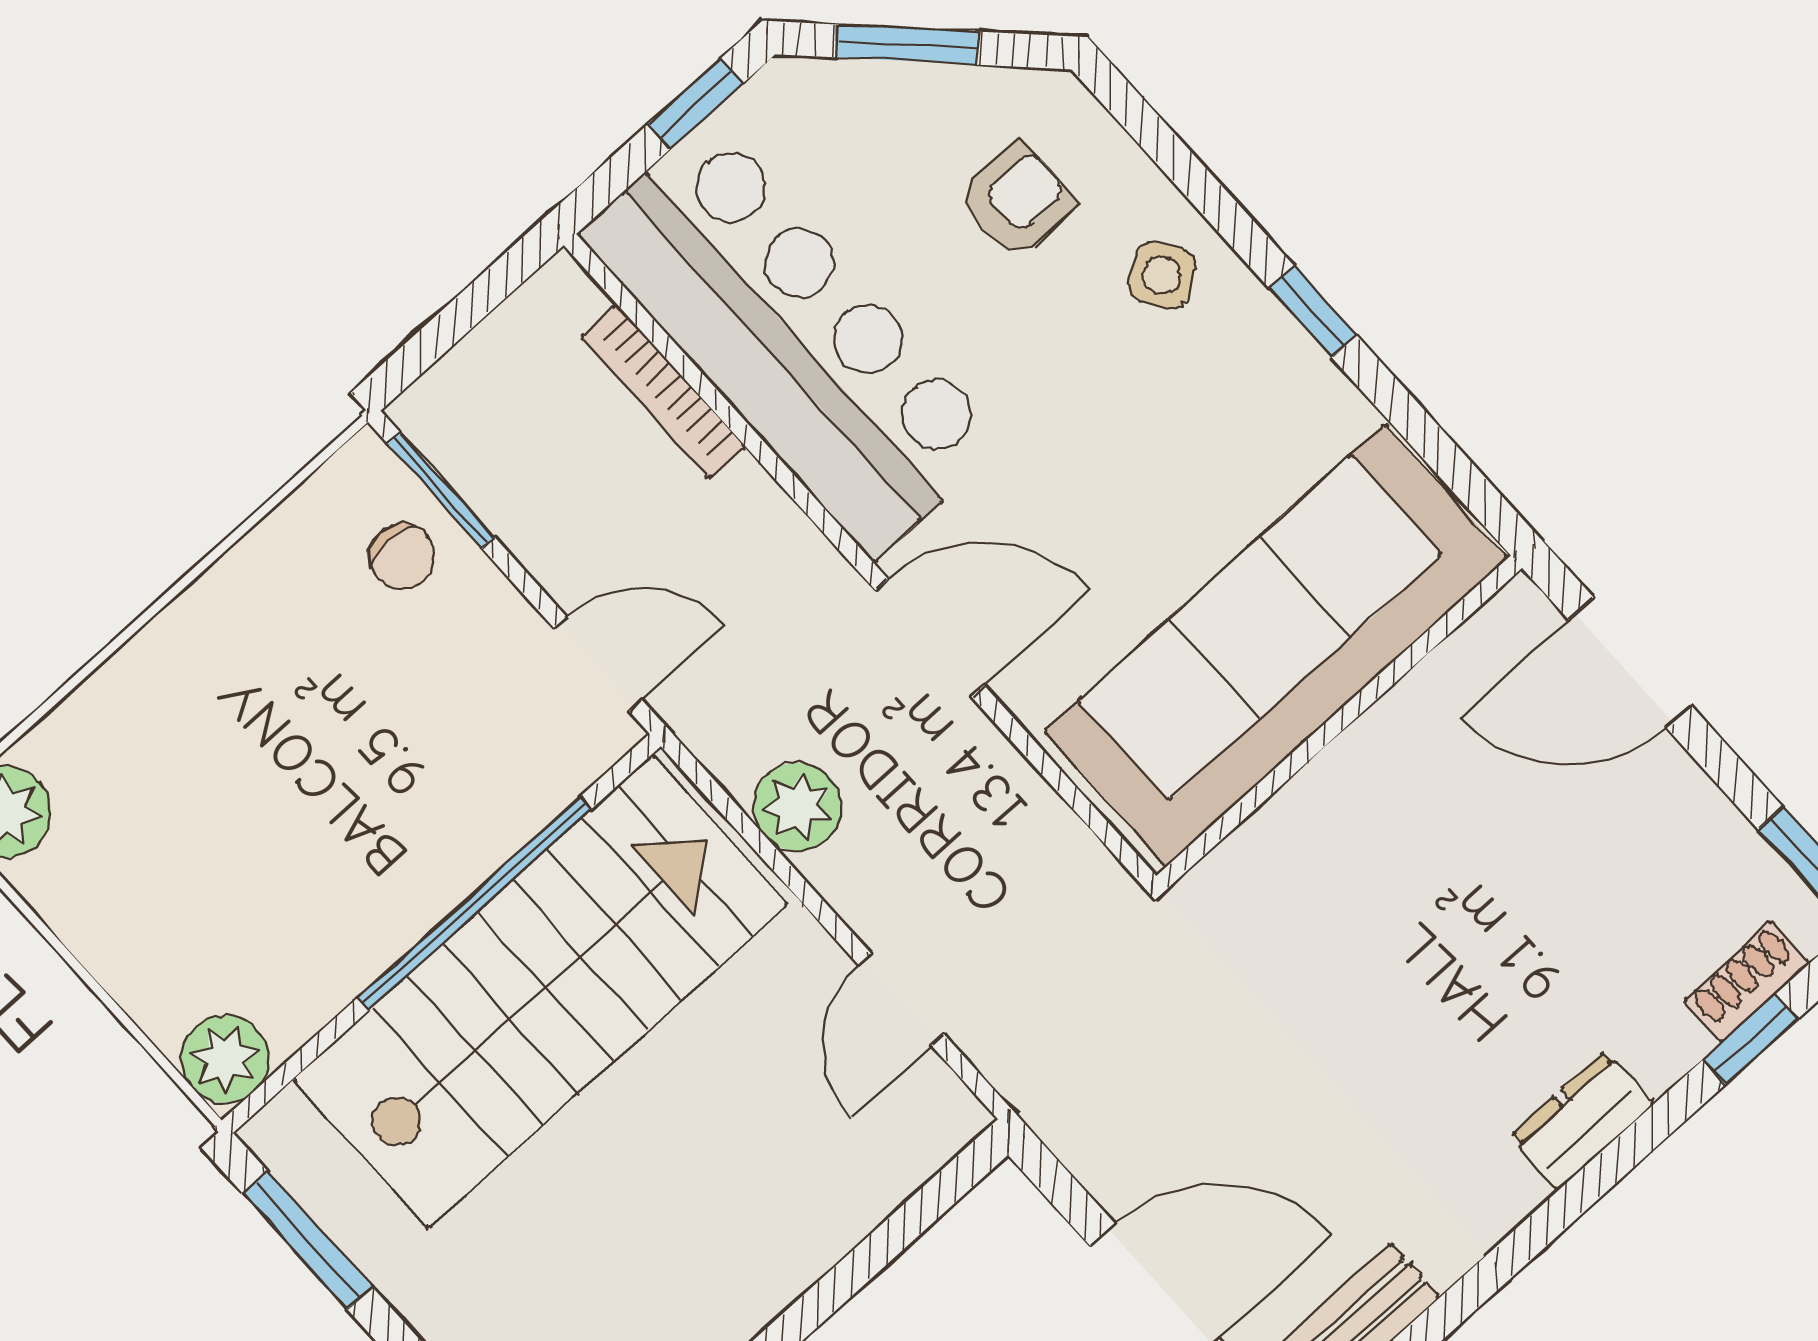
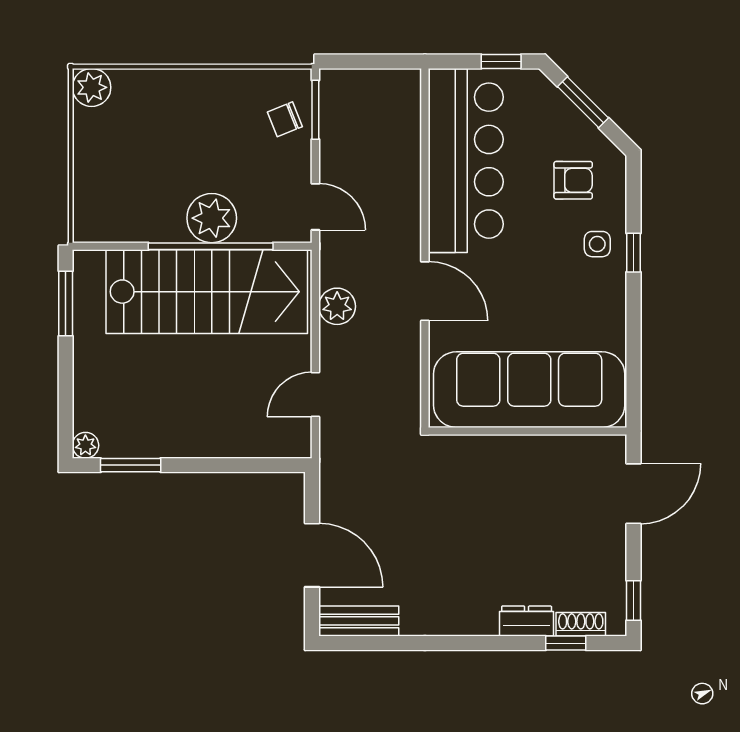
side table: (1162, 275) -> (597, 244), turned 34
window: (1313, 312) -> (634, 253), moved
bookcase: (663, 391) -> (411, 141), removed
chair: (402, 557) -> (285, 119), turned 68
door: (1630, 663) -> (634, 494), swing flipped
plant: (225, 1059) -> (212, 218), moved, width x1.36, depth x1.36
dresser: (1582, 1120) -> (527, 621), moved

